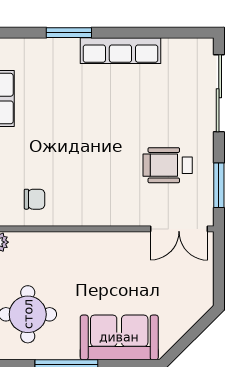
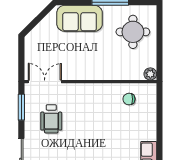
wheelchair: (168, 165) -> (51, 119), turned 90

